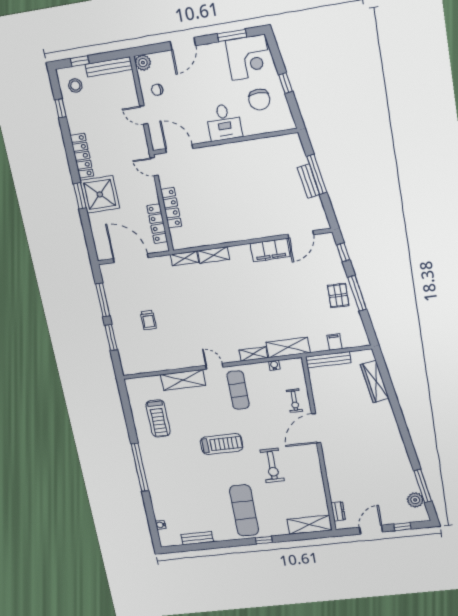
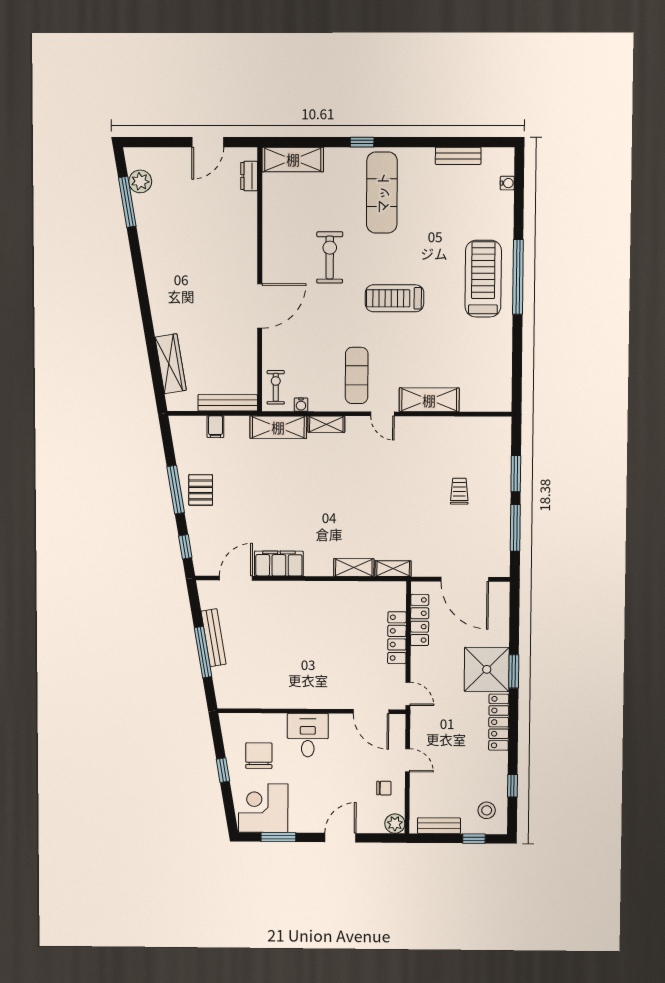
bench: (109, 67) -> (439, 826), width x0.73
bench: (308, 181) -> (214, 638), width x1.36
exercise bike: (294, 401) -> (276, 387), moved
treadmill: (158, 418) -> (483, 279), moved, width x1.37, depth x1.38
window: (402, 527) -> (163, 142), removed

